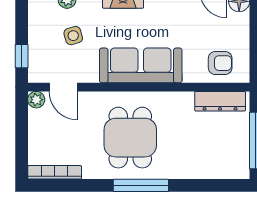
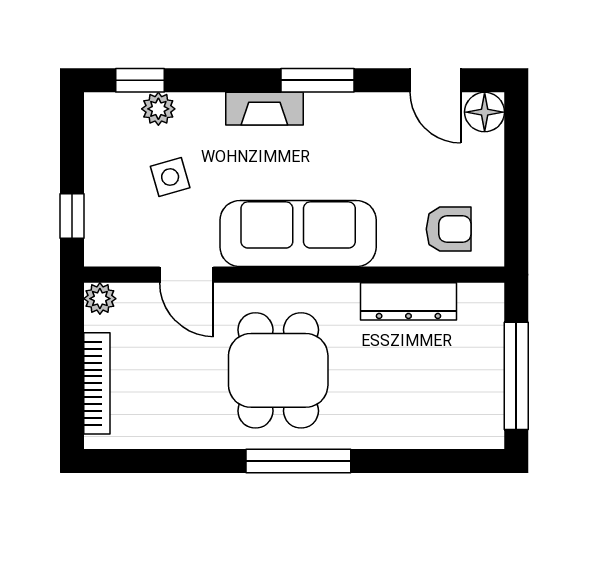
door: (63, 87) -> (187, 275), moved
dresser: (220, 101) -> (408, 301), moved
bookcase: (55, 172) -> (97, 383), moved, turned 90

